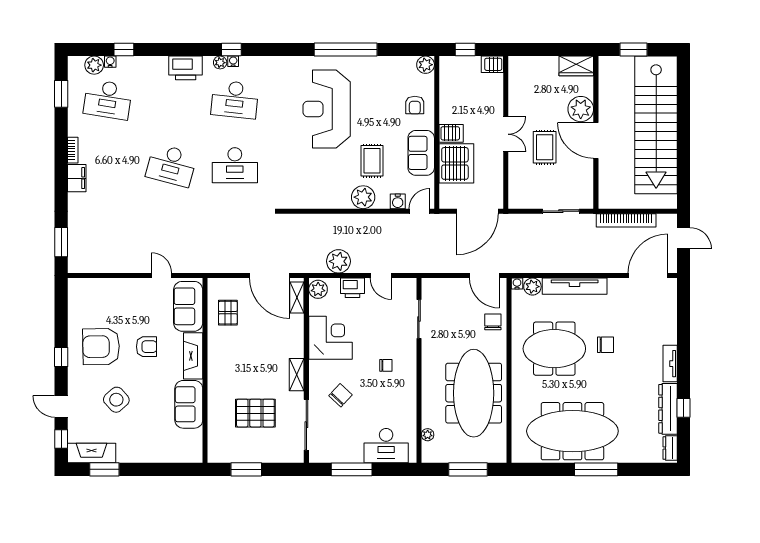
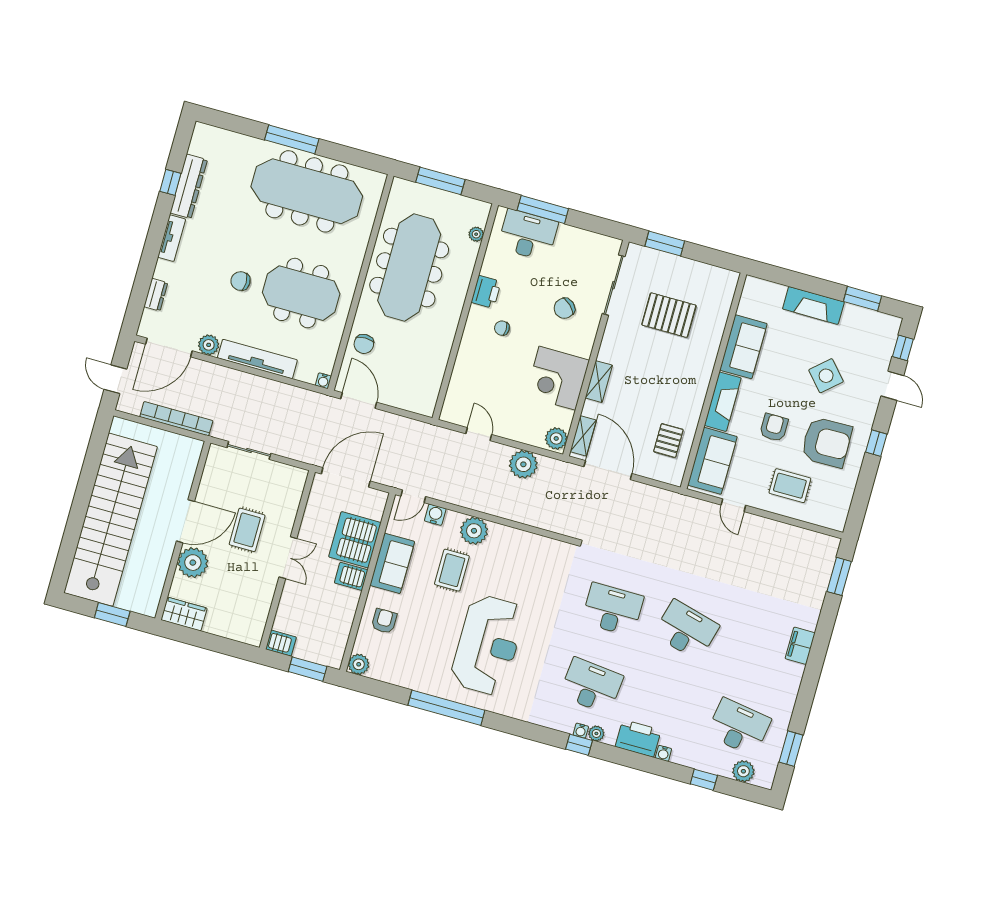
window: (465, 50) -> (308, 669), width x1.50
water cooler: (110, 62) -> (663, 753), moved
double door: (506, 134) -> (288, 558), swing flipped
door: (596, 140) -> (185, 521), hinge flipped
bookcase: (73, 150) -> (796, 680), removed
plant: (532, 287) -> (209, 345), moved
printer: (352, 288) -> (486, 292), moved, turned 90
rug: (121, 304) -> (790, 486), added
sliding door: (419, 319) -> (449, 371), removed
armchair: (146, 347) -> (774, 427), turned 90
shelving: (297, 375) -> (599, 382), moved
dresser: (670, 448) -> (156, 295), moved
fireplace: (92, 453) -> (813, 305), moved
window: (246, 469) -> (665, 244), moved
window: (352, 469) -> (543, 210), moved

